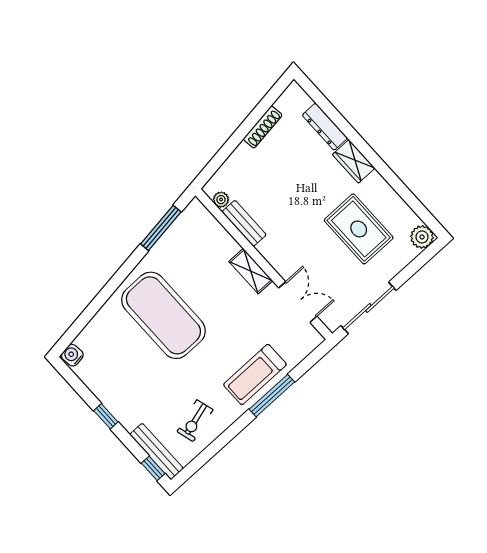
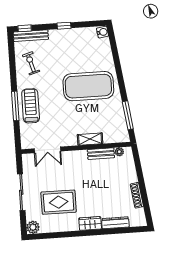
shelving: (251, 271) -> (90, 139), moved
sliding door: (369, 308) -> (21, 192), moved

